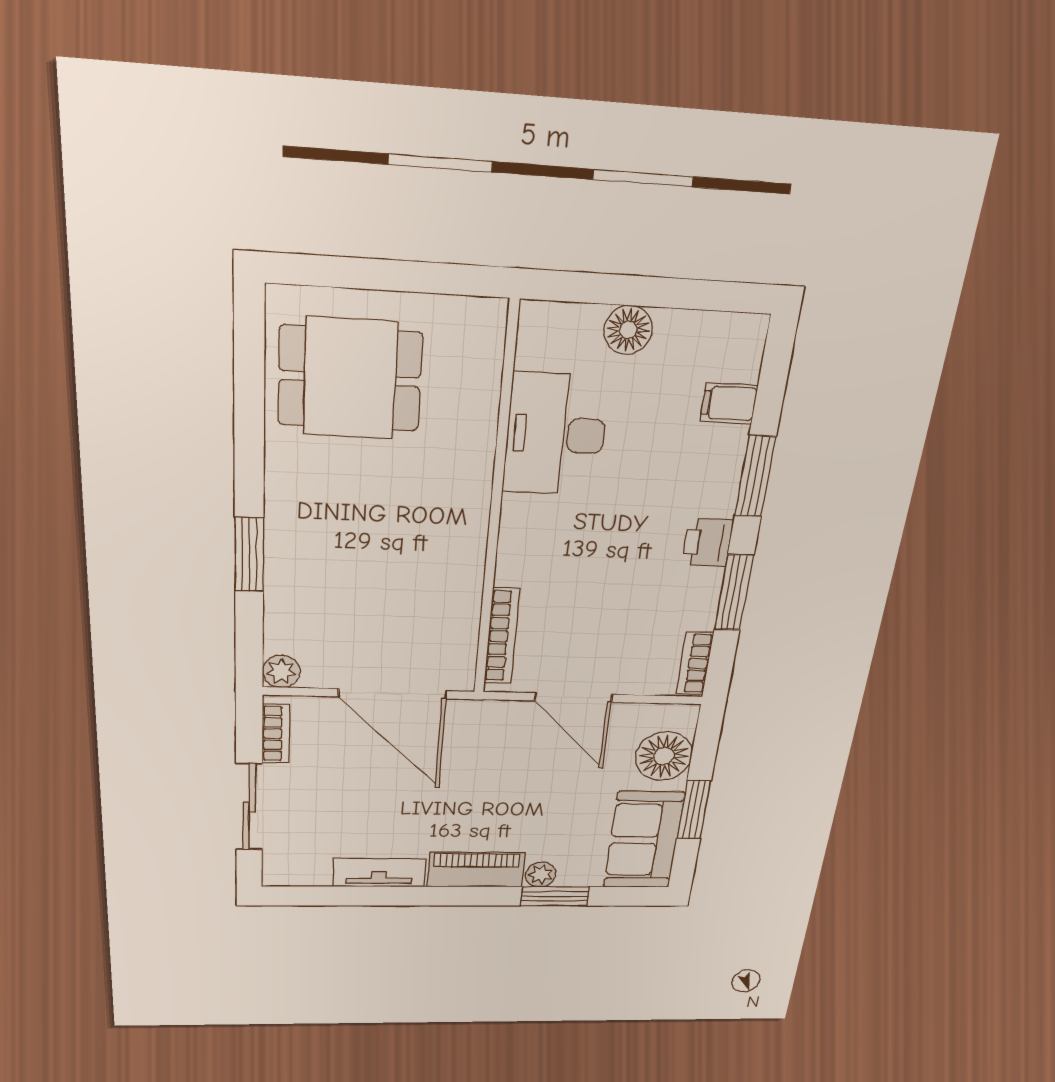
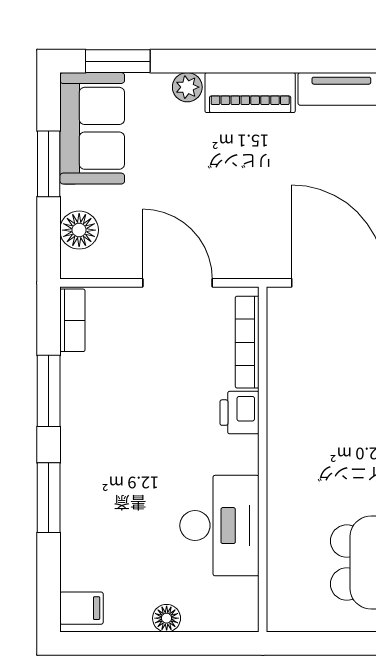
floor lamp: (628, 330) -> (167, 618), width x0.73, depth x0.73
filing cabinet: (729, 403) -> (81, 608), moved
printer: (708, 542) -> (240, 413), moved, turned 180
floor lamp: (664, 756) -> (79, 230), width x0.73, depth x0.73
window: (555, 896) -> (118, 61), moved

